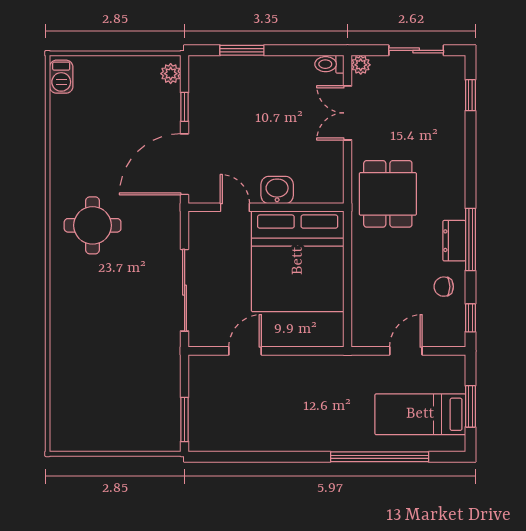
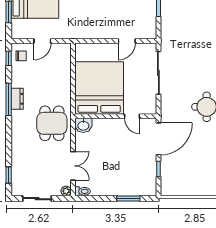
plant: (171, 74) -> (166, 186), removed
washbasin: (277, 190) -> (83, 125), moved
chair: (444, 287) -> (21, 56), moved

